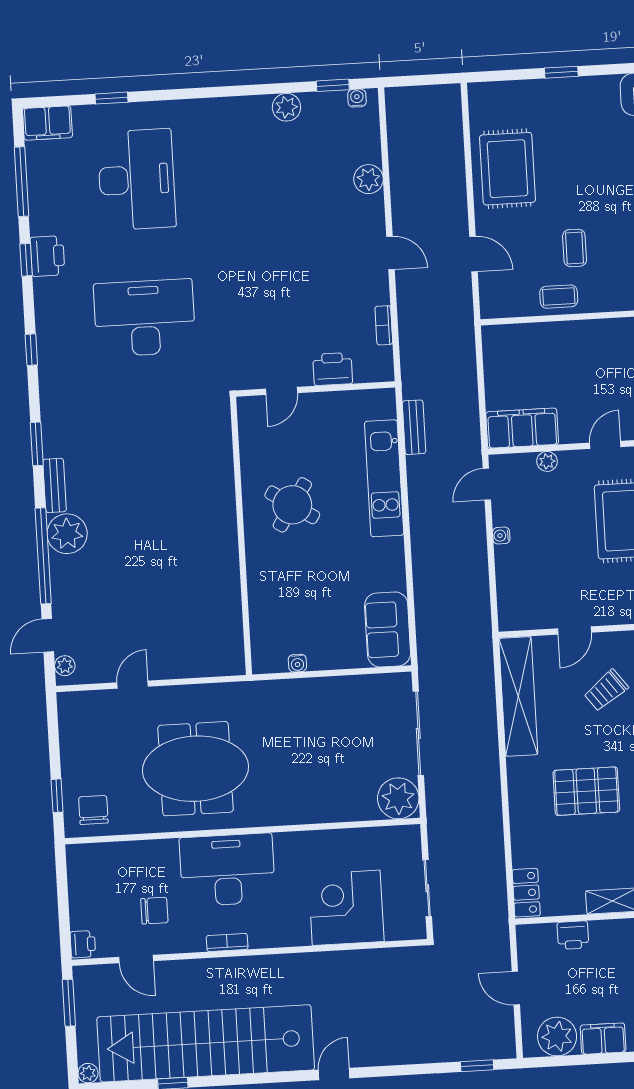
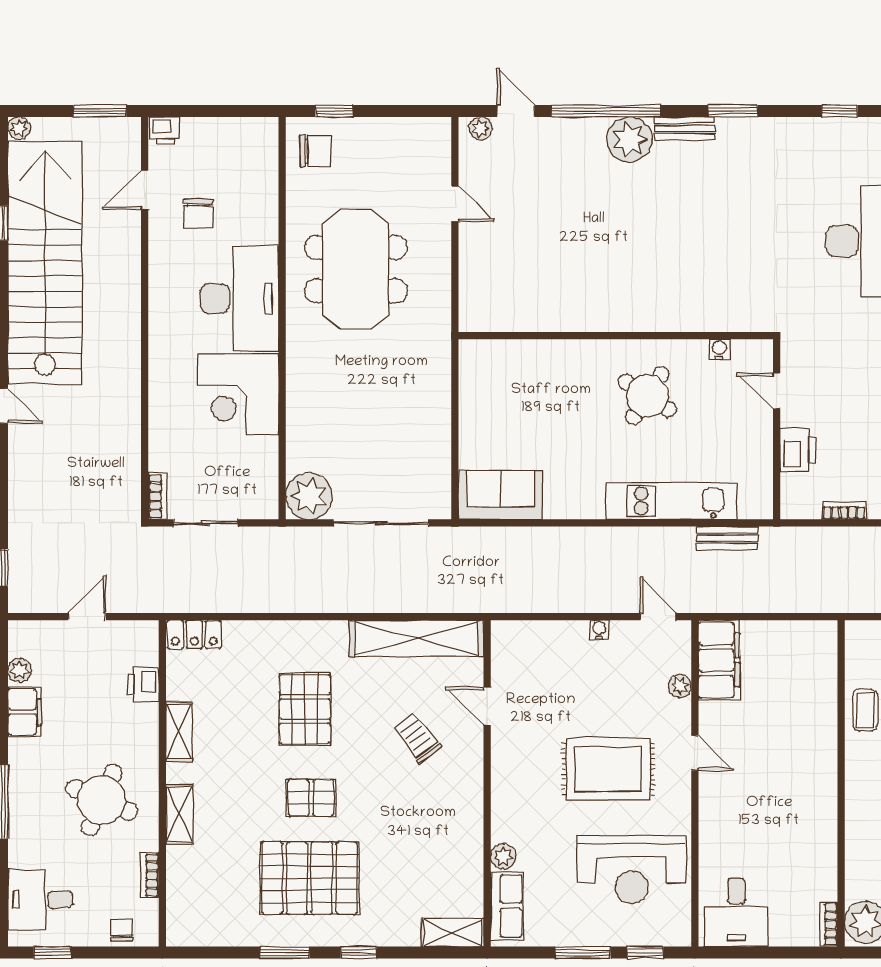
water cooler: (297, 663) -> (719, 349), moved, turned 90
corner desk: (346, 908) -> (238, 394), moved, turned 180
bookcase: (227, 942) -> (157, 496), moved
plant: (557, 1036) -> (20, 670), width x0.53, depth x0.53

